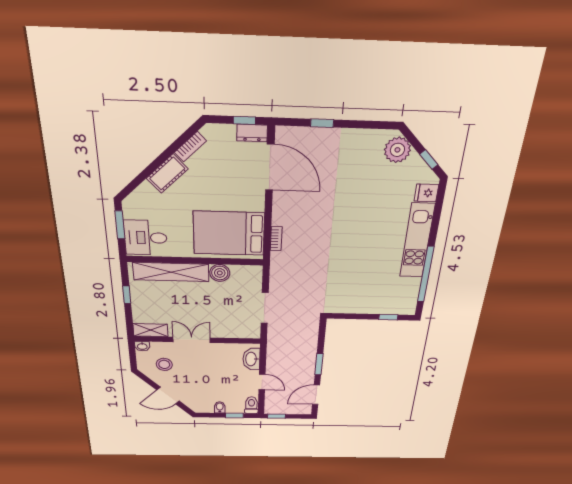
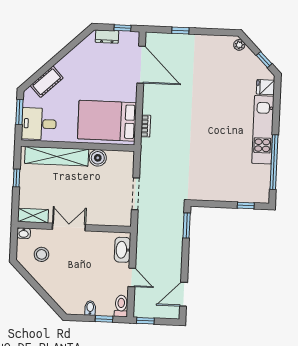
dresser: (252, 133) -> (107, 37), moved
bookcase: (190, 147) -> (81, 48), removed
plant: (397, 150) -> (239, 45), width x0.53, depth x0.53
cot: (167, 174) -> (47, 82), moved
window: (319, 364) -> (187, 225), moved
door: (168, 396) -> (42, 292), removed

